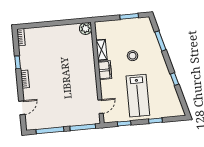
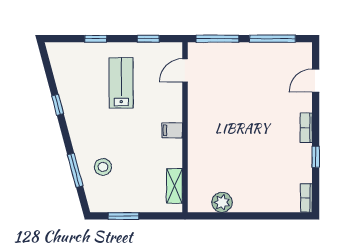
plant: (86, 29) -> (222, 202), moved
shelving: (102, 50) -> (174, 186), moved
stool: (133, 56) -> (103, 167), moved
filing cabinet: (105, 70) -> (172, 130), width x0.50
lab bench: (138, 96) -> (121, 83), width x0.73, depth x0.72

